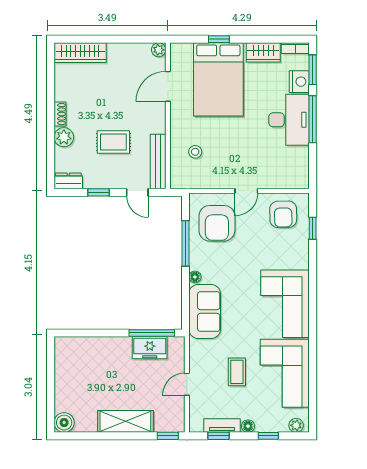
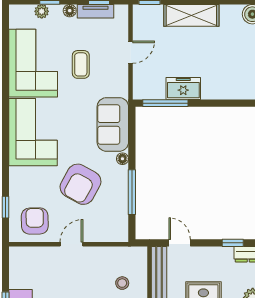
window: (99, 192) -> (233, 243), moved
armchair: (217, 223) -> (80, 184), moved, turned -151
freezer: (150, 348) -> (183, 89), moved
plant: (296, 425) -> (42, 11), moved

